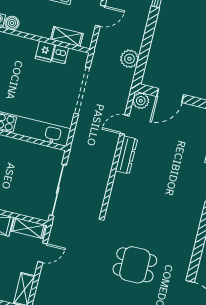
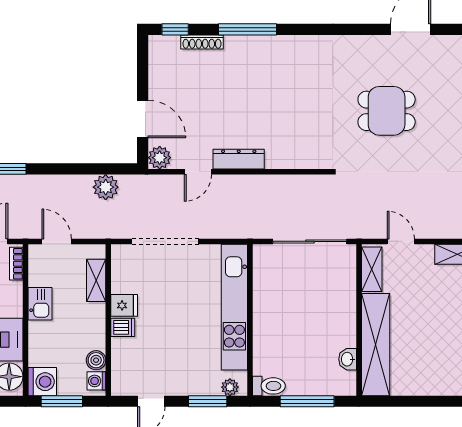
dishwasher: (60, 54) -> (123, 327), moved
door: (125, 125) -> (198, 172), hinge flipped
dining table: (135, 265) -> (387, 111), turned 90

